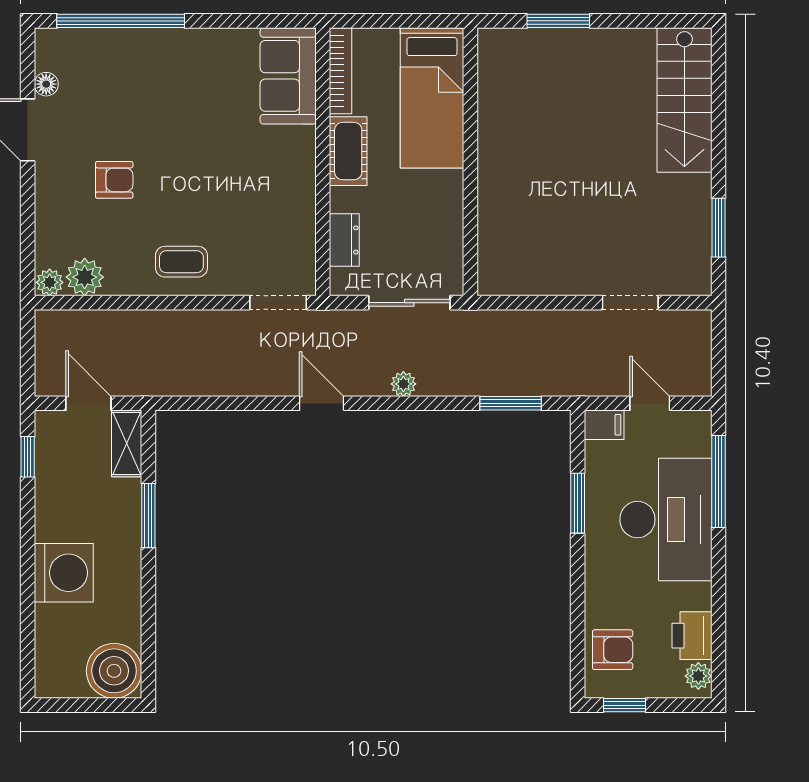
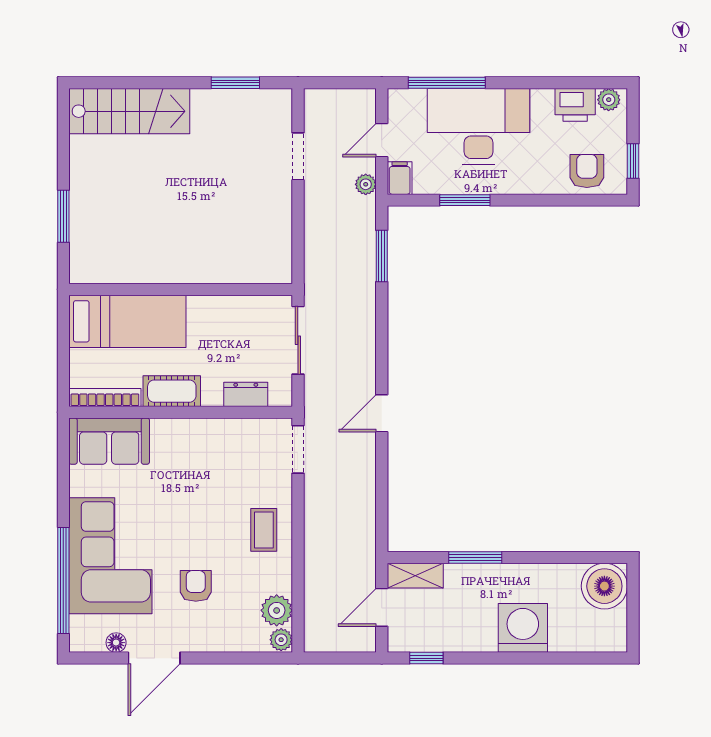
corner sofa: (151, 77) -> (110, 556), added
plant: (403, 384) -> (366, 184), moved

